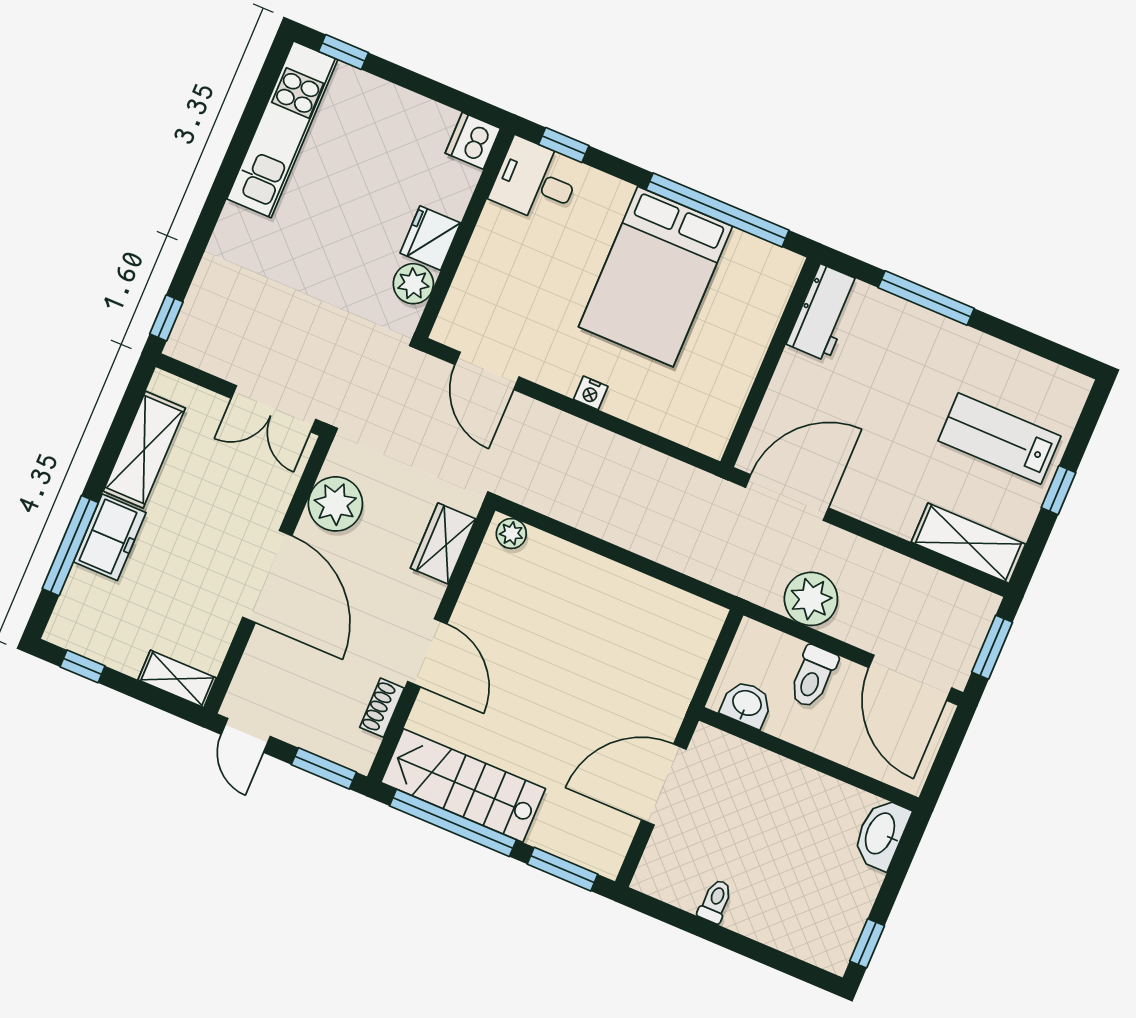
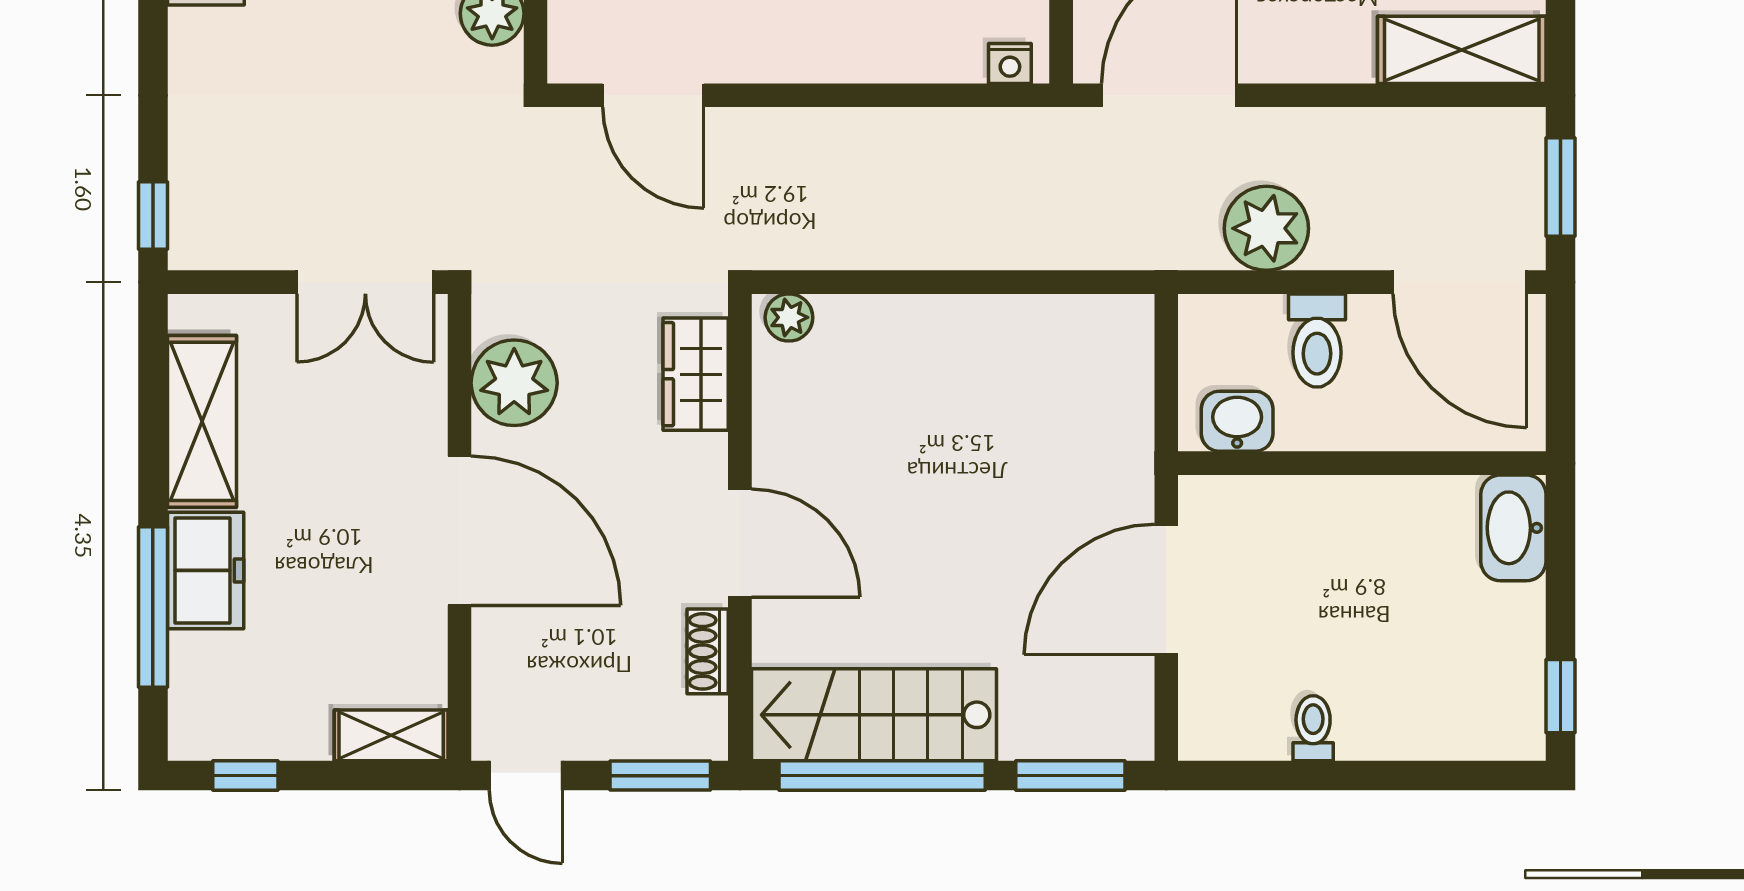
nightstand: (591, 393) -> (1010, 63), moved

